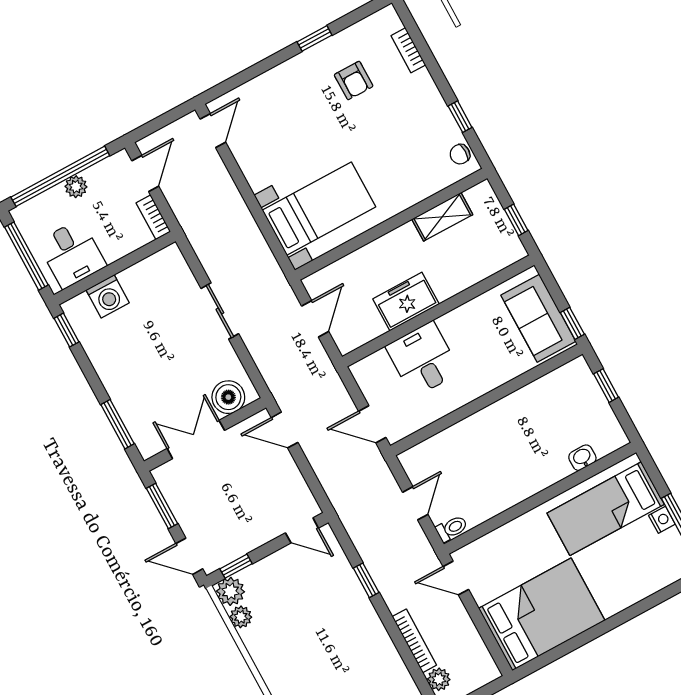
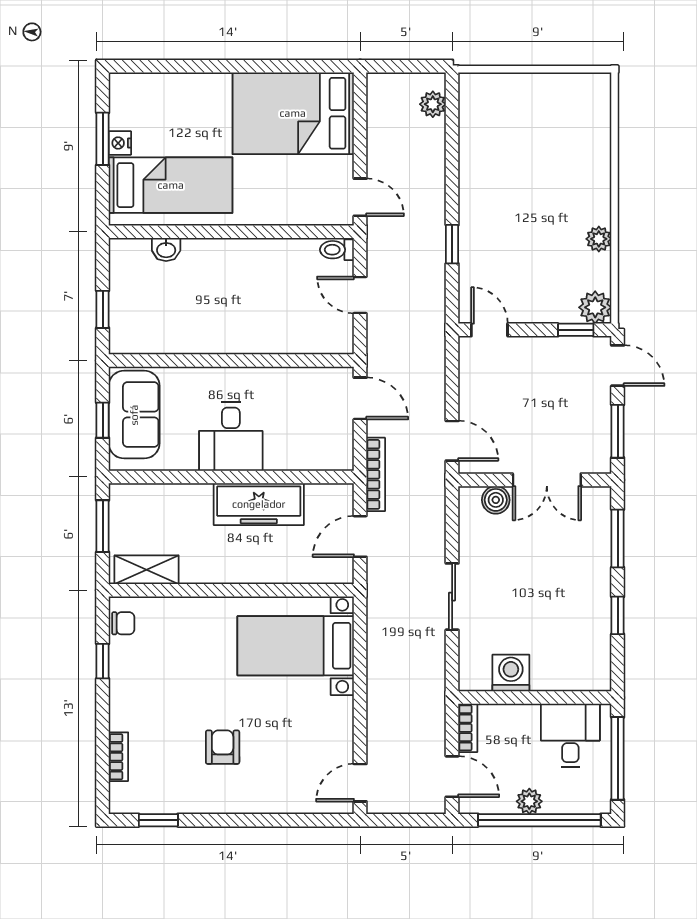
window: (314, 38) -> (158, 820), moved
armchair: (354, 81) -> (223, 747), moved
door: (145, 174) -> (452, 777), swing flipped
shelving: (442, 217) -> (147, 570), moved
window: (516, 220) -> (103, 526), width x1.50
washing machine: (108, 296) -> (511, 673), moved
freezer: (406, 302) -> (259, 504), width x1.40
window: (572, 323) -> (103, 420), moved
window: (66, 330) -> (618, 615), moved
desk: (423, 359) -> (231, 436), moved
boiler: (228, 397) -> (496, 500), width x0.73, depth x0.73
door: (415, 503) -> (360, 295), hinge flipped
plant: (241, 617) -> (599, 239), moved
bookcase: (414, 641) -> (376, 474), moved, turned 180

